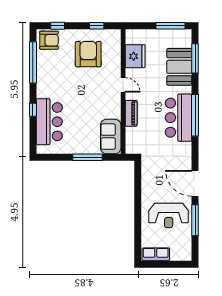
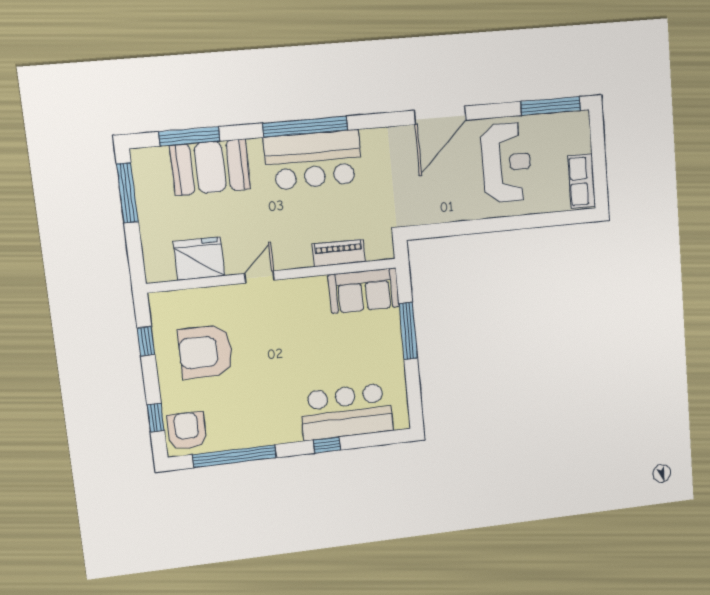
piano: (131, 113) -> (339, 253), moved
window: (195, 220) -> (551, 106), moved

